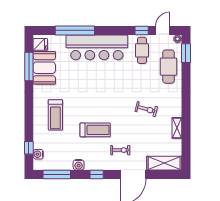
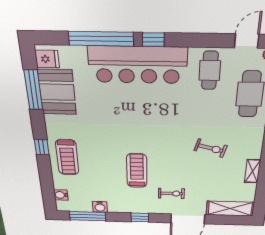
window: (142, 30) -> (153, 40), moved
treadmill: (55, 115) -> (67, 157), moved
treadmill: (95, 130) -> (137, 171), turned -90
window: (29, 148) -> (42, 147), moved
water cooler: (79, 165) -> (100, 207), moved

